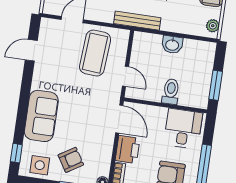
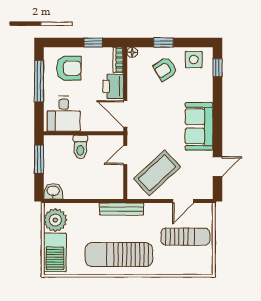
plant: (213, 26) -> (55, 220), width x1.87, depth x1.87
washbasin: (172, 45) -> (53, 191), moved
coffee table: (95, 53) -> (157, 173), turned 43
door: (125, 76) -> (125, 155), hinge flipped
sofa: (41, 116) -> (199, 126), moved

